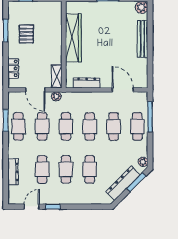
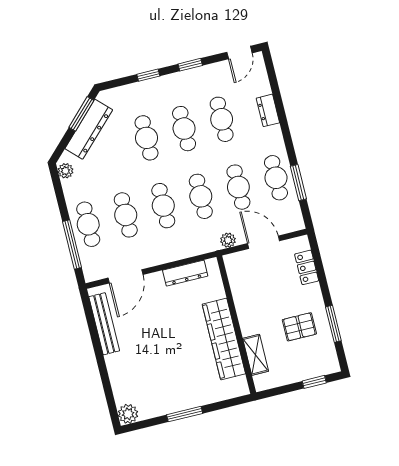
pallet: (26, 34) -> (299, 327), turned 90
bench: (143, 39) -> (104, 324), moved
shelving: (57, 76) -> (256, 355), moved
door: (123, 90) -> (126, 276), hinge flipped
dresser: (13, 172) -> (268, 110), width x0.70
window: (136, 182) -> (81, 114), moved
door: (32, 207) -> (239, 53), moved
window: (79, 207) -> (148, 75), added

